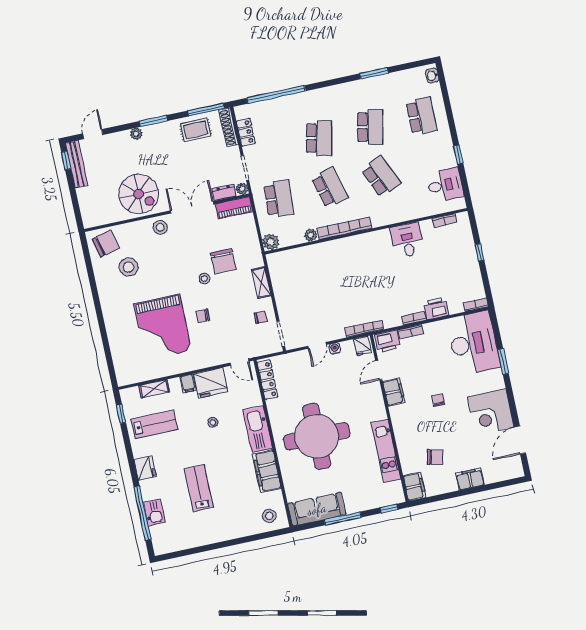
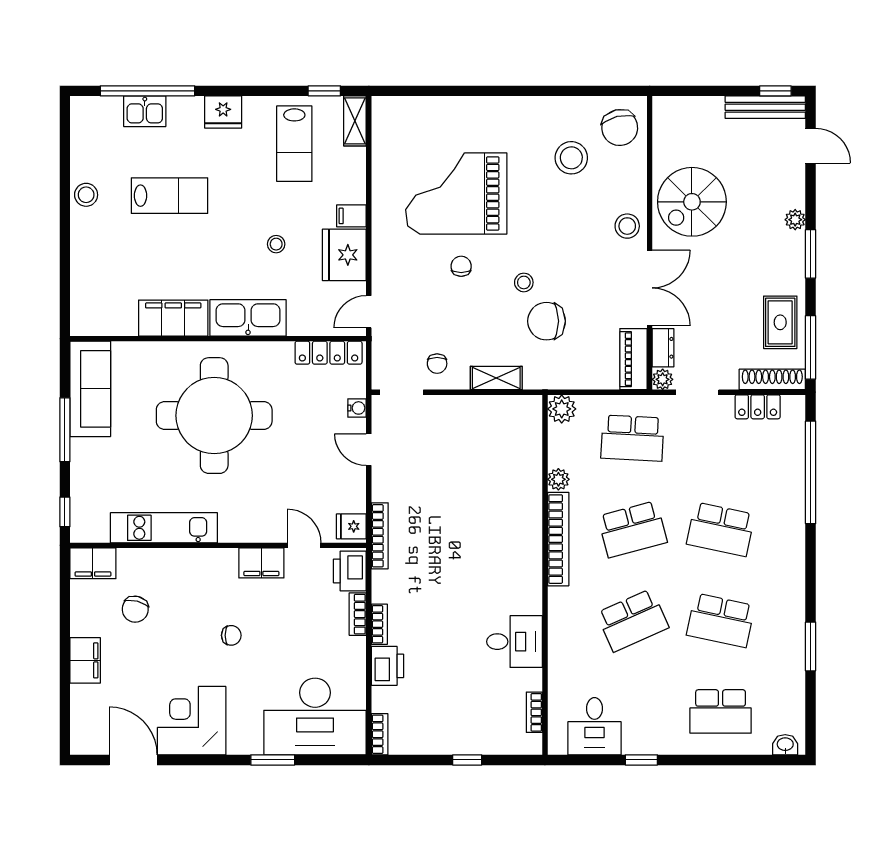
water cooler: (335, 348) -> (357, 408), moved
shelving: (154, 389) -> (355, 121), moved
stool: (269, 516) -> (86, 195), moved

